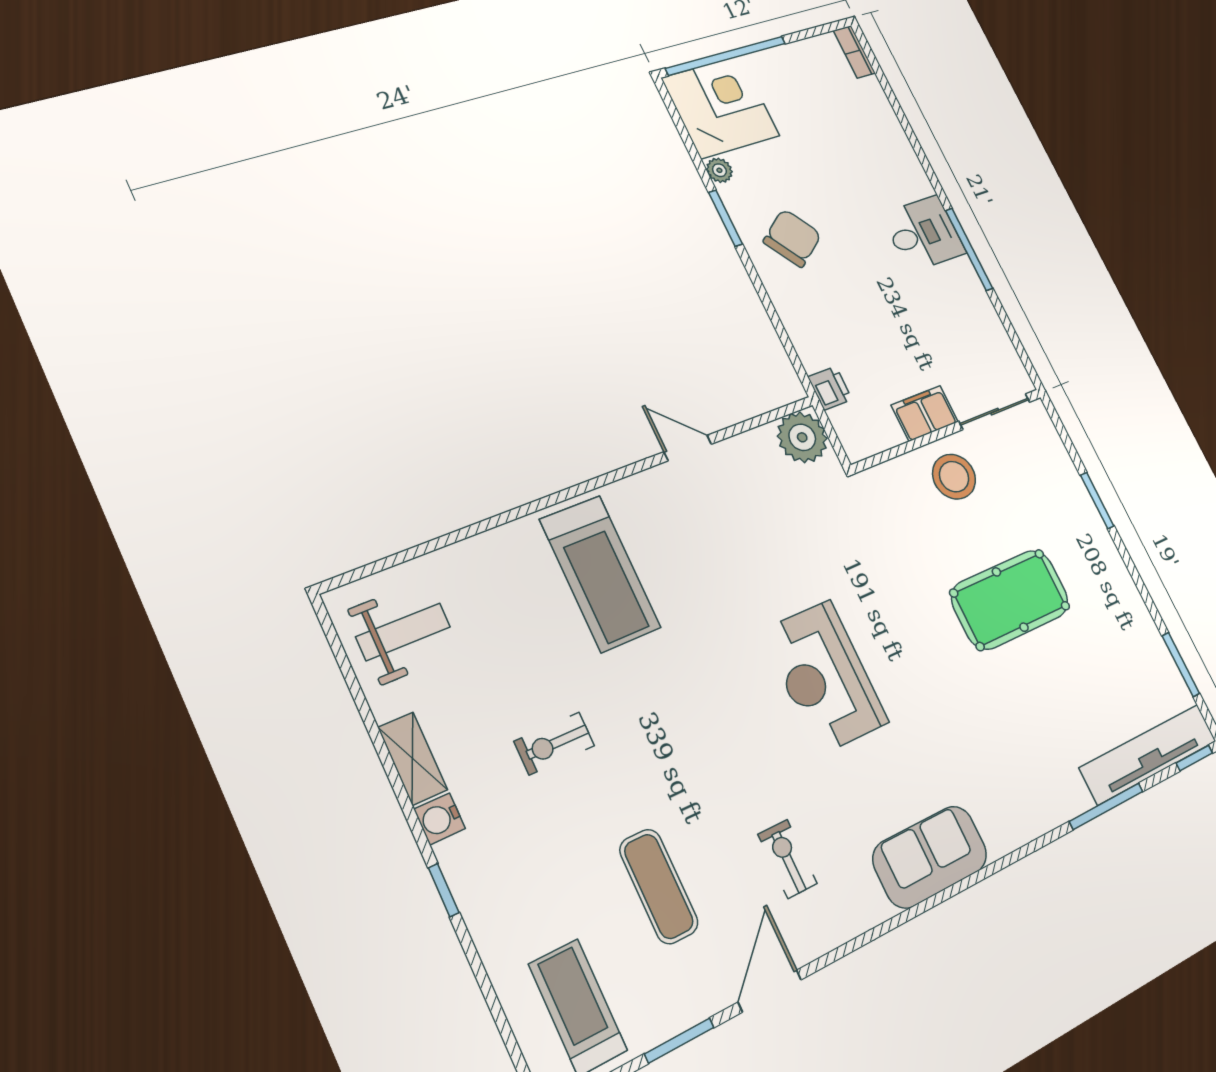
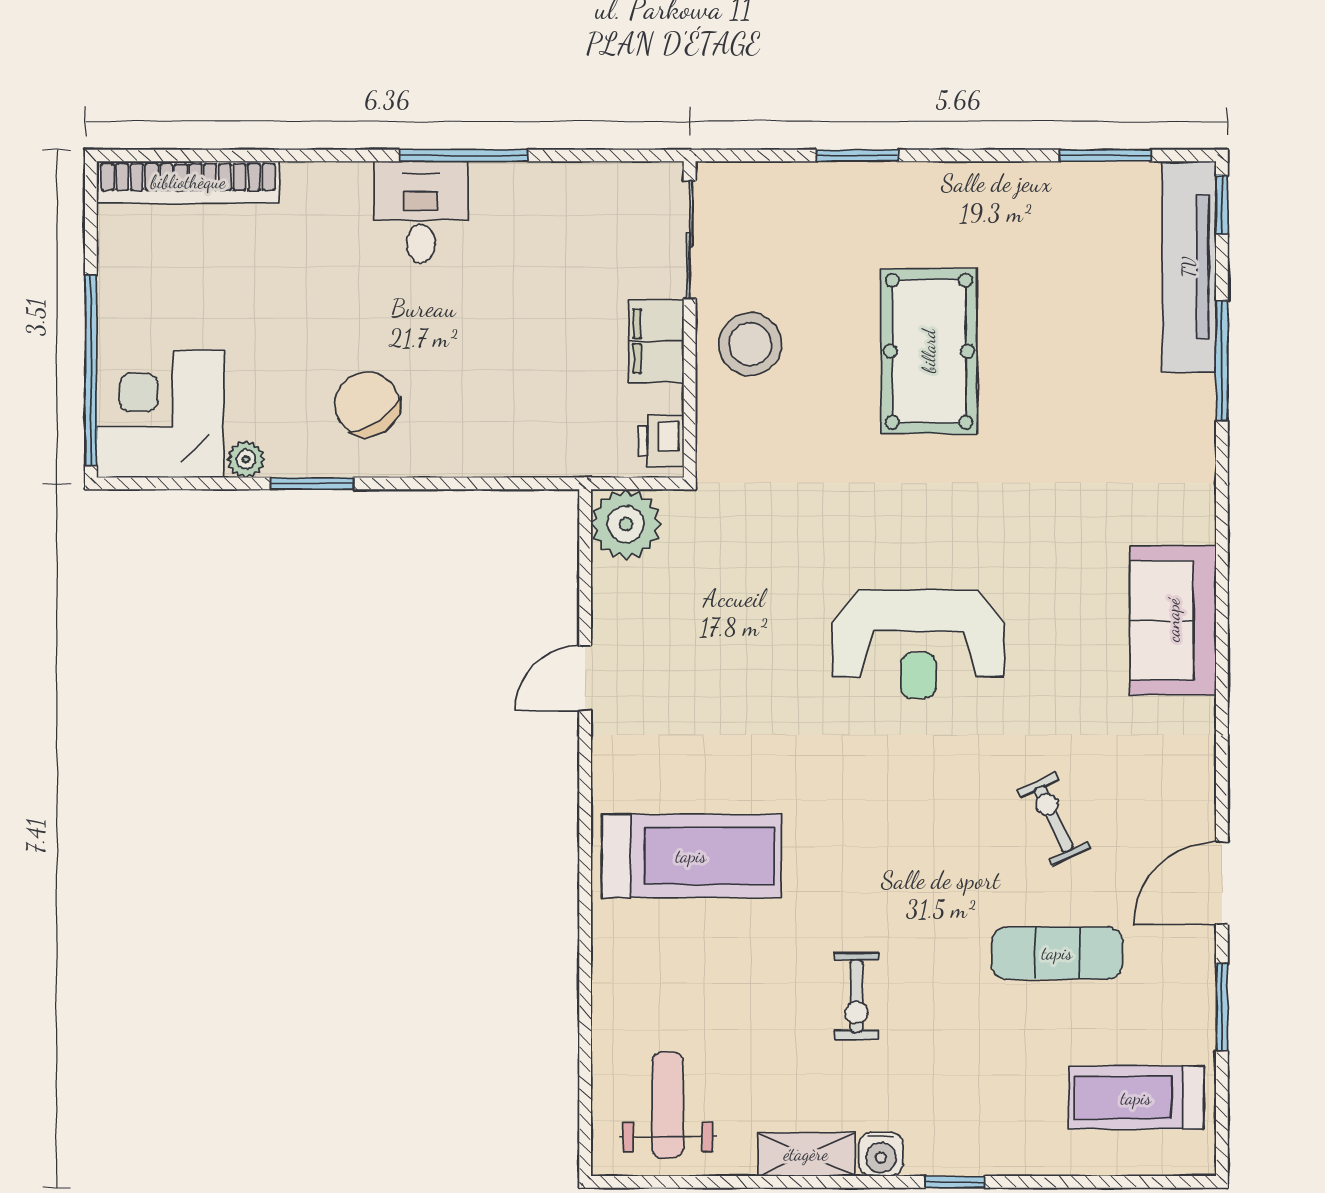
bookcase: (854, 52) -> (188, 182), width x2.31, depth x1.31
printer: (830, 388) -> (661, 441), moved, turned -90
exercise bike: (788, 859) -> (1054, 819), moved, turned 65
door: (770, 991) -> (1222, 883), hinge flipped

